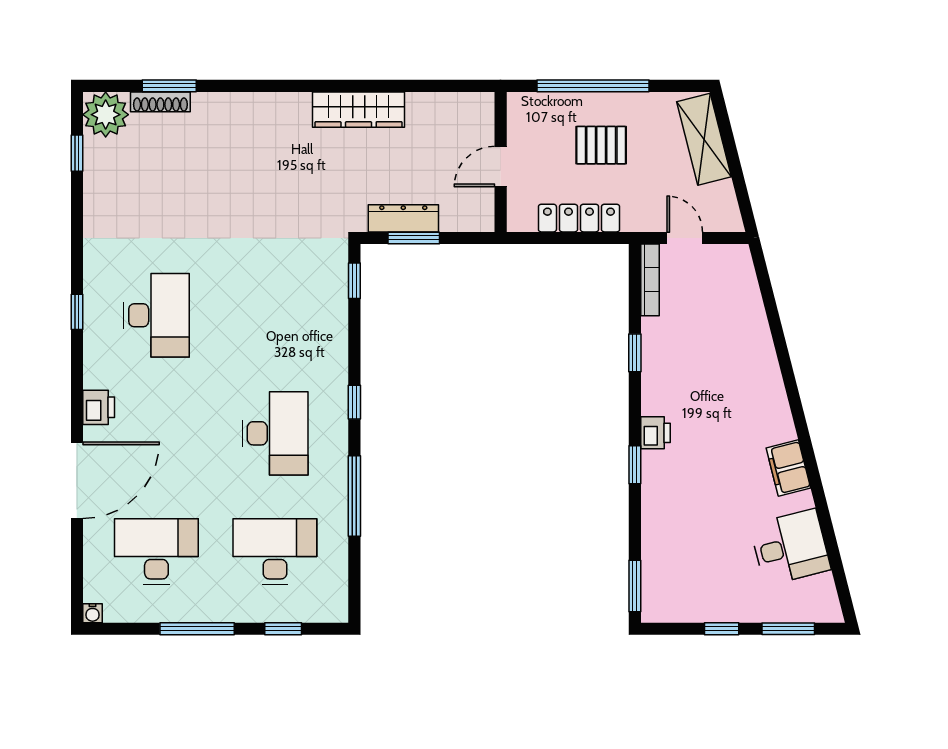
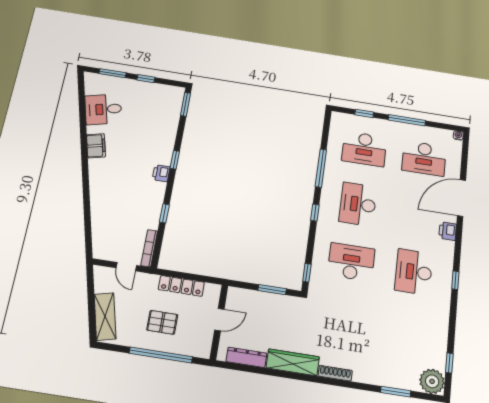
shoe rack: (160, 102) -> (335, 373), moved
dresser: (403, 218) -> (246, 357), moved, turned 180
desk: (275, 315) -> (351, 262), added

